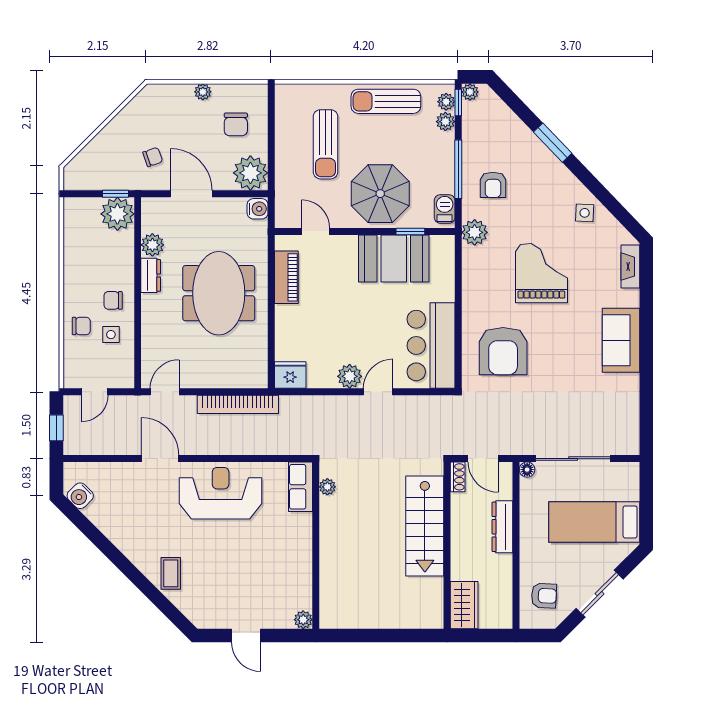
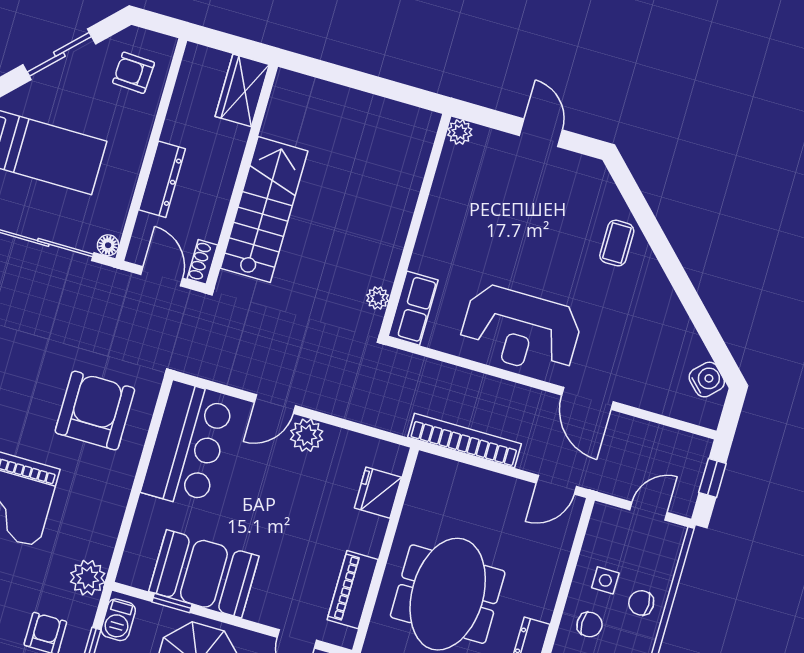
fridge: (290, 375) -> (378, 493), moved, turned 90

